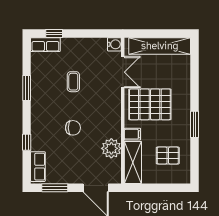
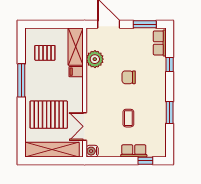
row of seats: (45, 45) -> (134, 151), moved
pallet: (150, 104) -> (49, 115), moved
window: (195, 124) -> (21, 80), width x1.44

